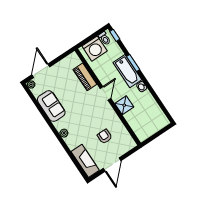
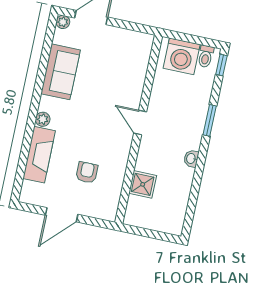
bathtub: (127, 71) -> (193, 123), removed
piano: (85, 77) -> (136, 78), removed
door: (105, 93) -> (140, 122), swing flipped
shower: (124, 105) -> (143, 184), moved
fireplace: (85, 161) -> (39, 155), moved

